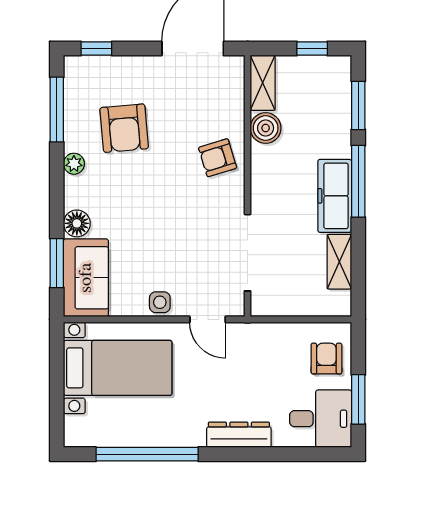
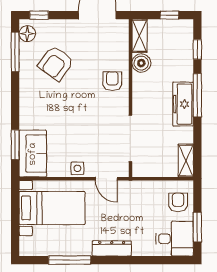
window: (358, 105) -> (197, 49), width x0.67
armchair: (124, 128) -> (56, 63), turned 41
armchair: (218, 158) -> (112, 81), turned 107
plant: (74, 164) -> (26, 85), removed
floor lamp: (77, 223) -> (27, 34), moved
shelving: (339, 262) -> (186, 161), moved
dresser: (239, 435) -> (112, 248), moved
window: (147, 454) -> (70, 260), width x0.68

